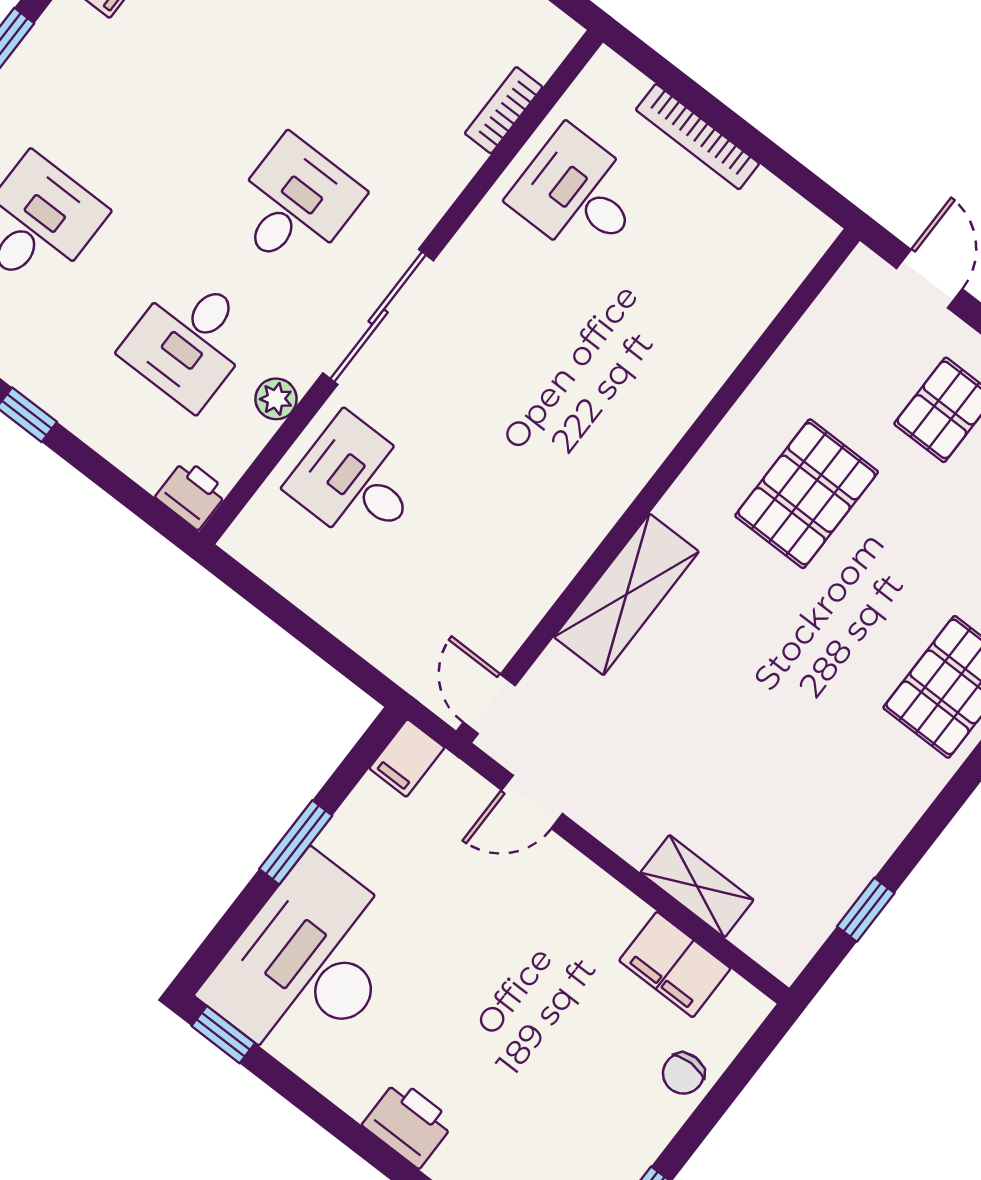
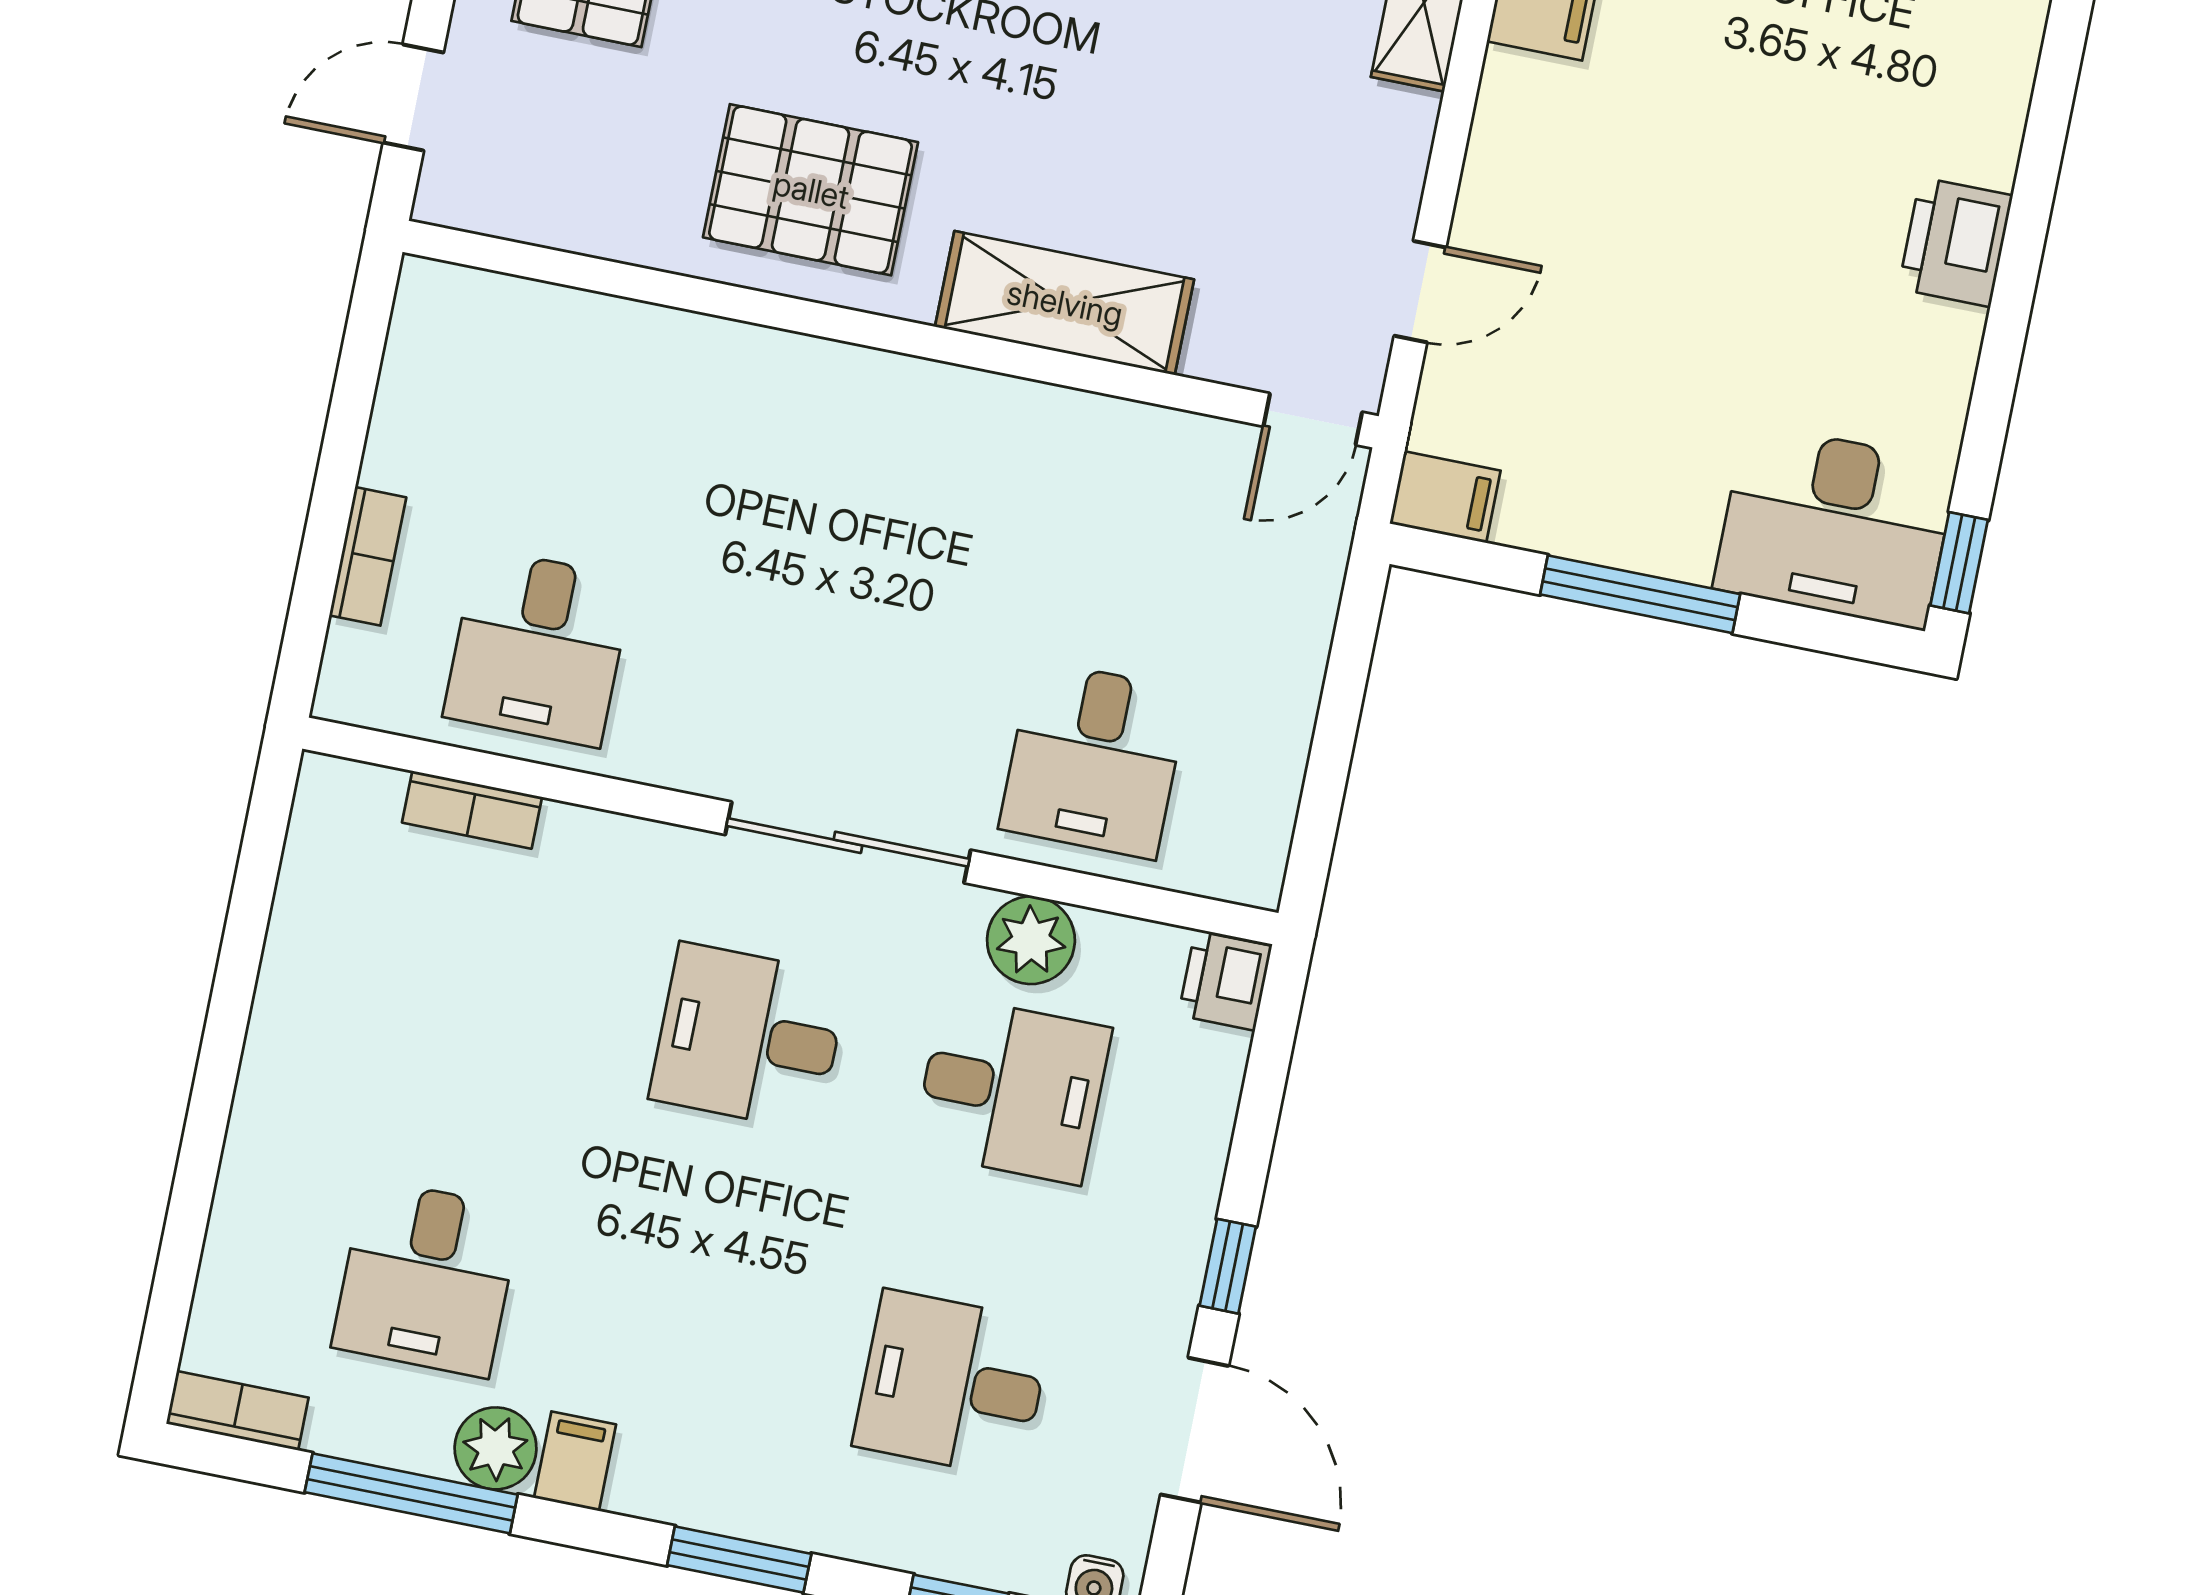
bookcase: (697, 137) -> (368, 556), width x0.64
plant: (276, 399) -> (1031, 940), width x1.38, depth x1.38
pallet: (807, 494) -> (811, 190), moved
door: (532, 802) -> (1420, 292), hinge flipped
window: (296, 842) -> (1640, 594), width x1.44
desk: (308, 964) -> (1835, 526), width x0.73, depth x0.77

